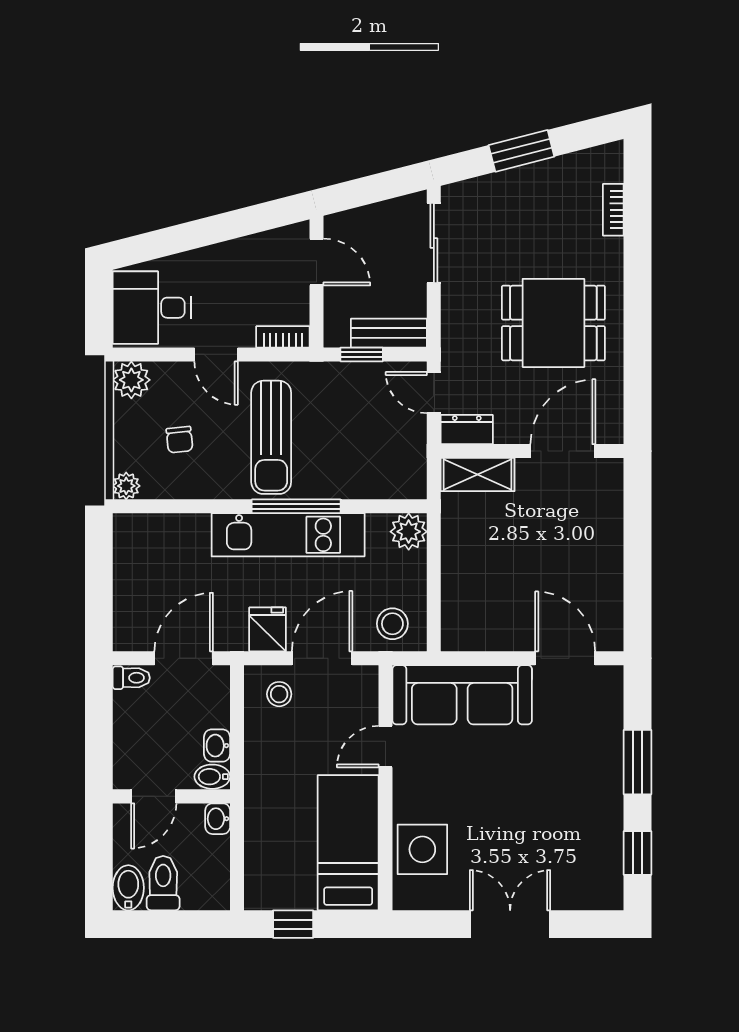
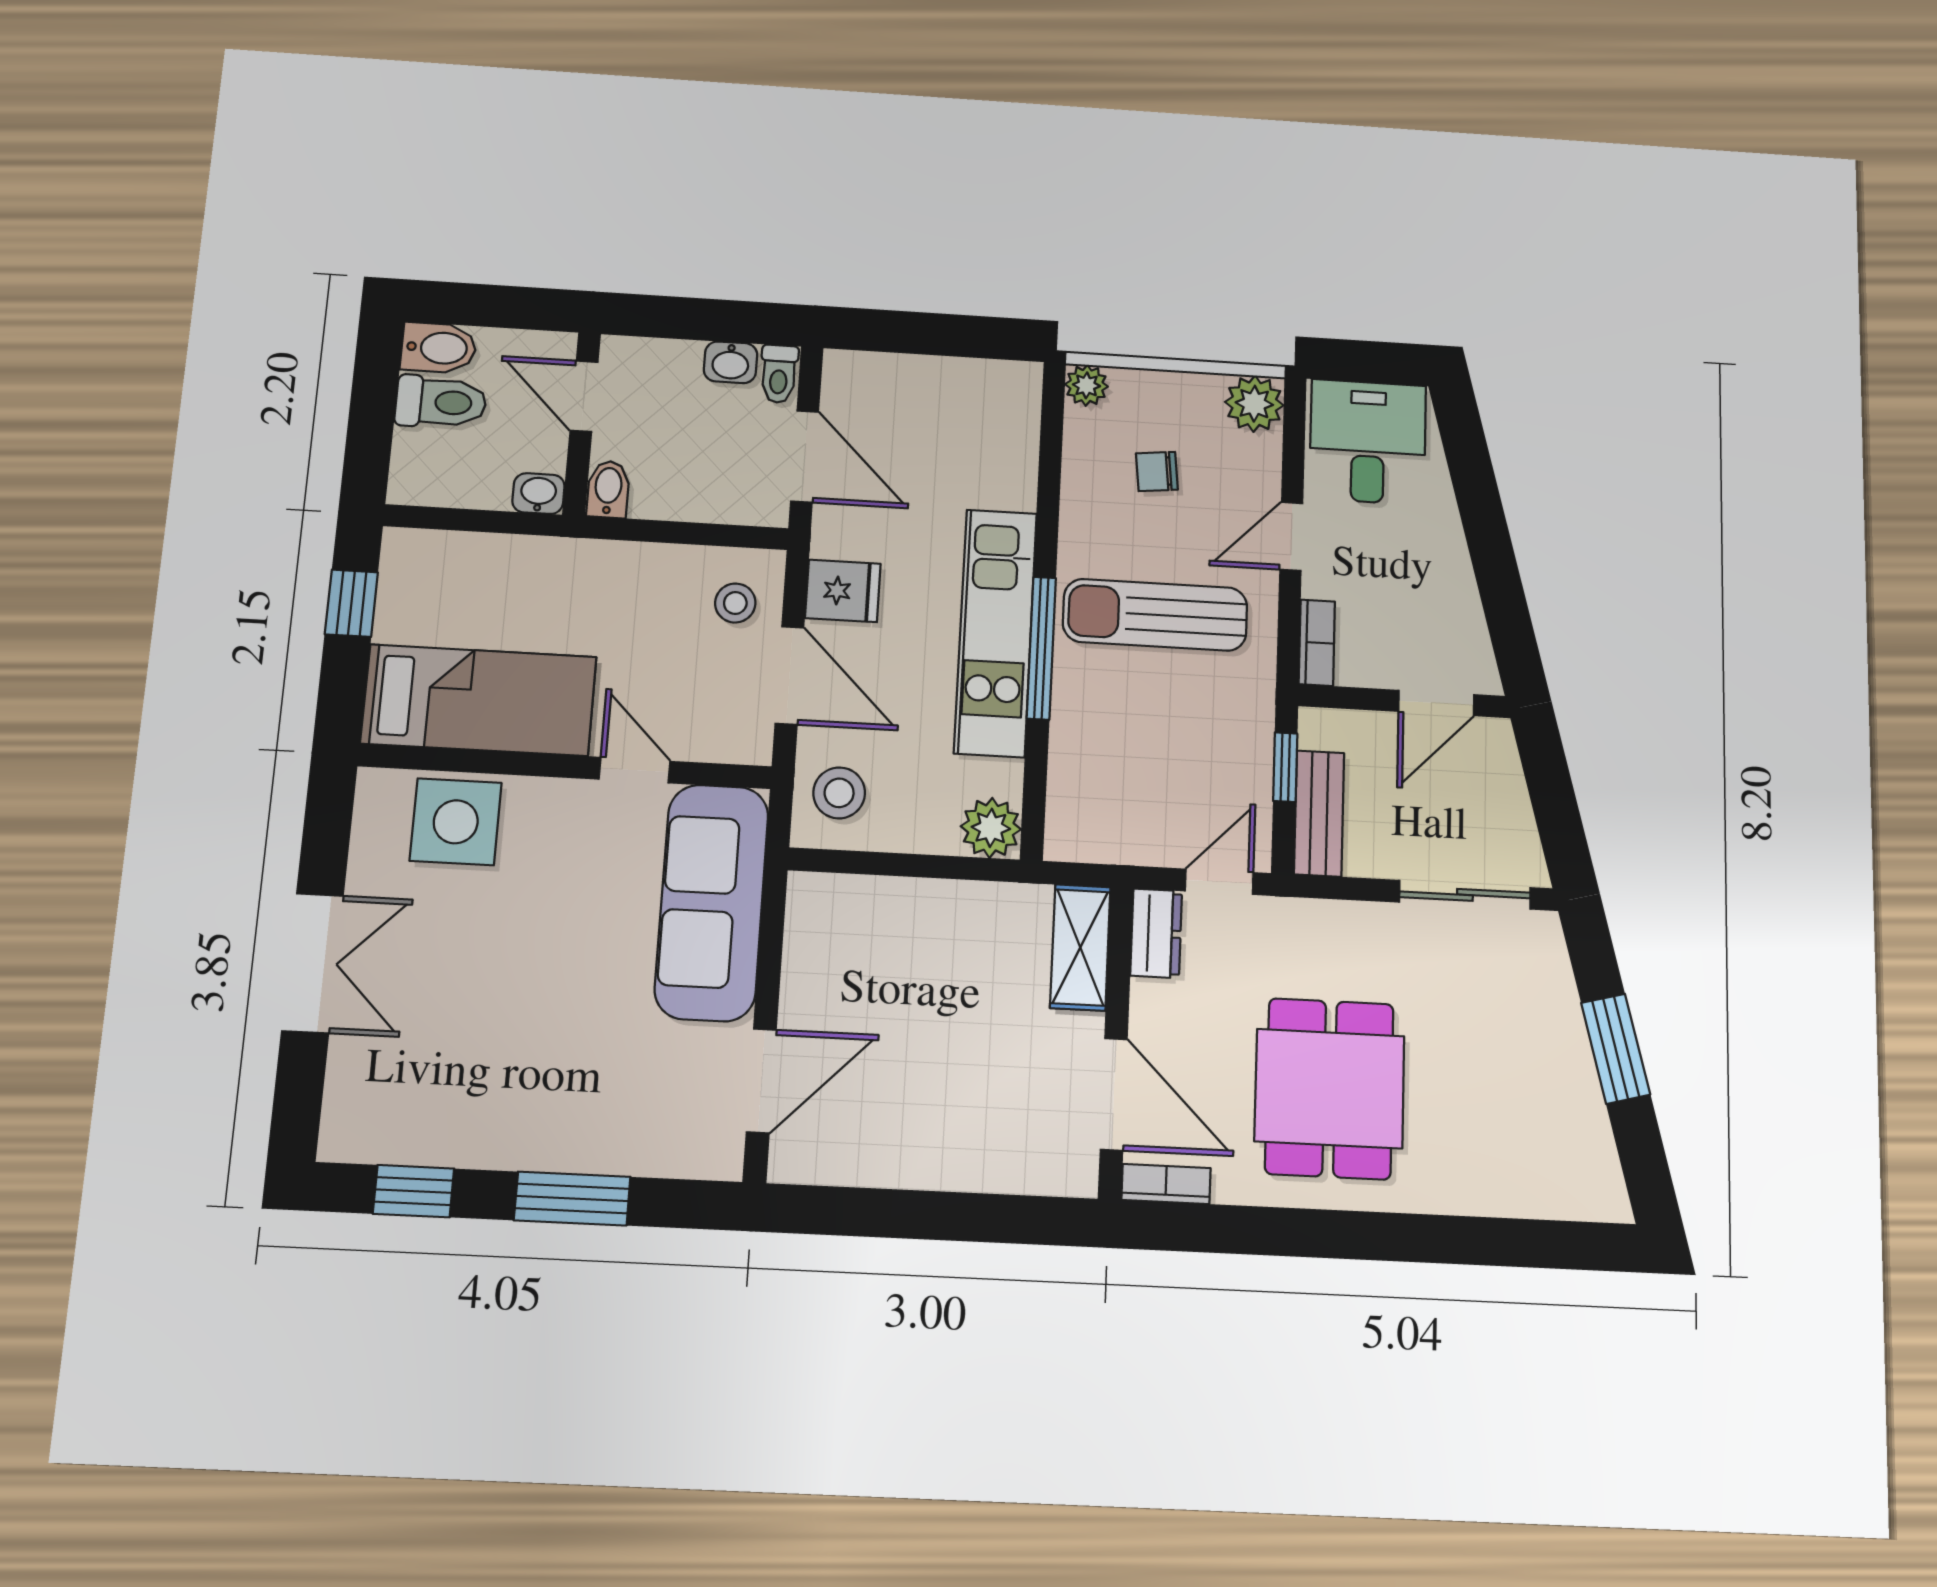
bookcase: (613, 210) -> (1166, 1184), moved
washbasin: (217, 746) -> (731, 362), moved, turned 180

